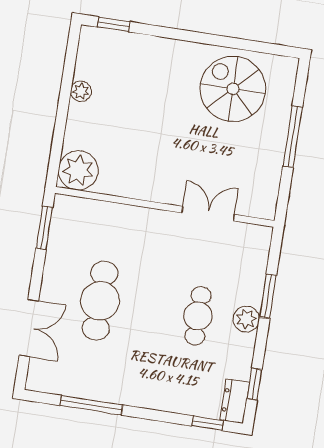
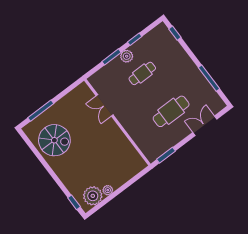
spiral stairs: (233, 89) -> (54, 140), turned -90
window: (293, 137) -> (41, 111), moved
plant: (78, 170) -> (93, 196), moved
window: (254, 384) -> (135, 39), moved
dresser: (235, 401) -> (158, 32), removed

